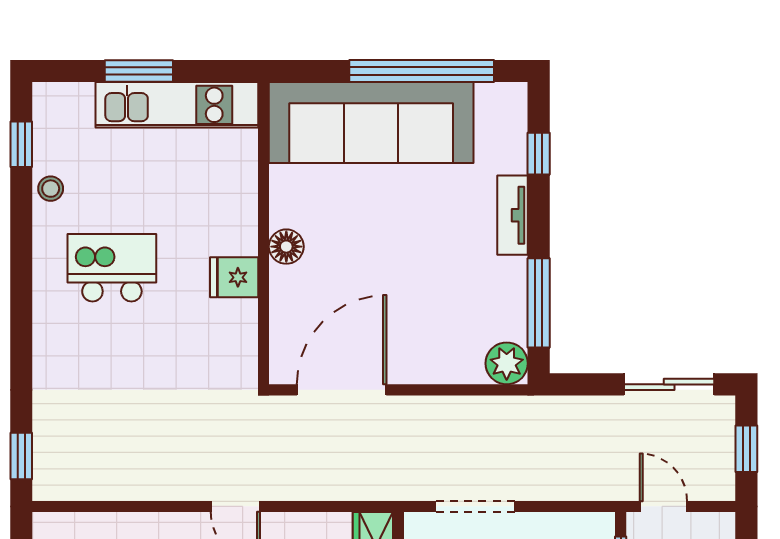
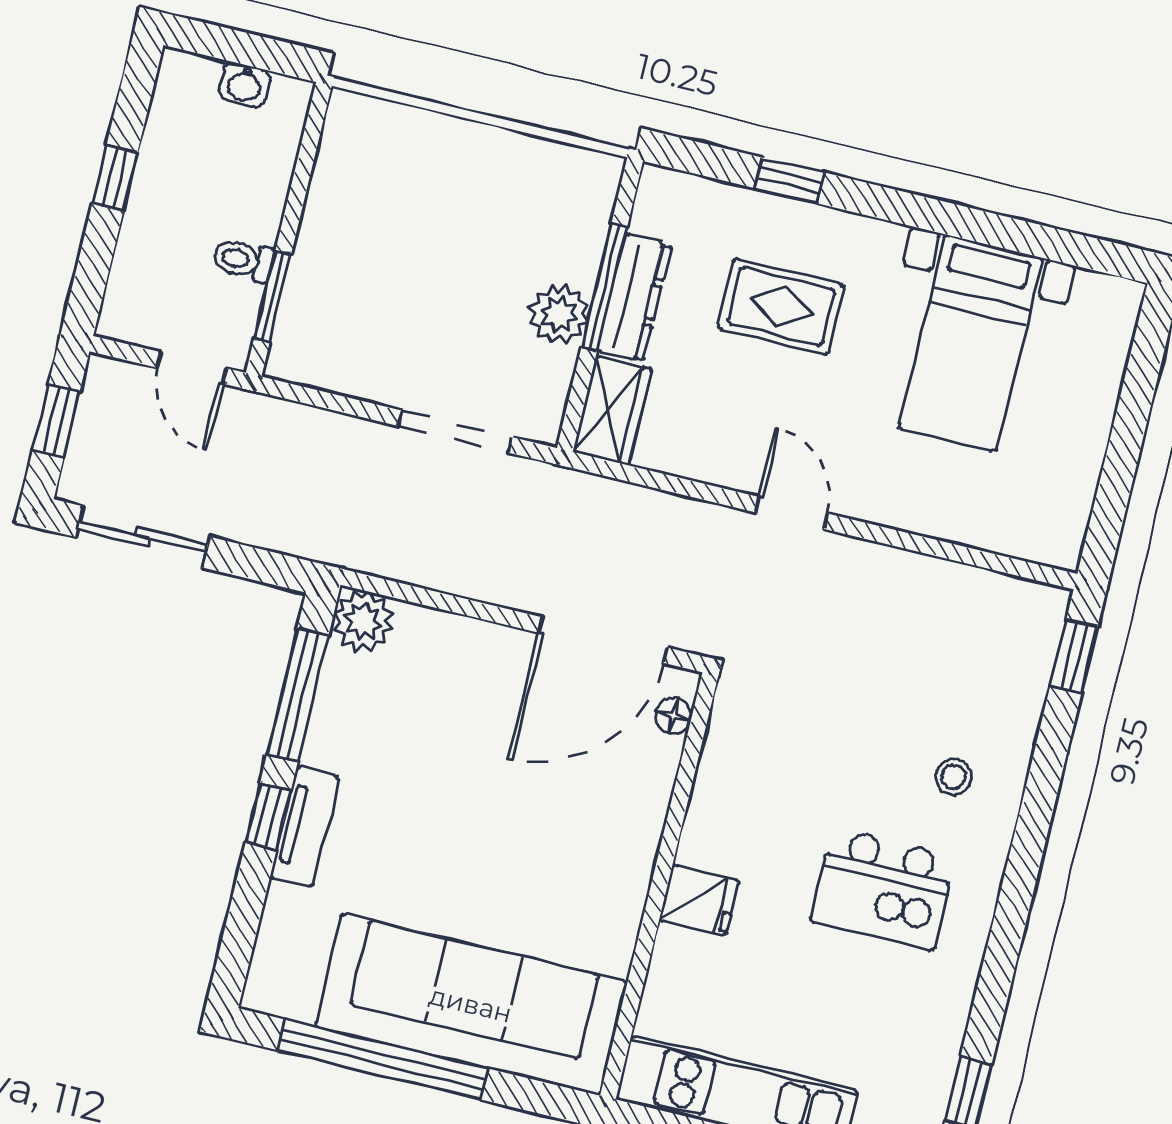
window: (539, 154) -> (268, 817), moved
stool: (51, 189) -> (953, 777), moved
floor lamp: (286, 247) -> (674, 716), moved, width x0.73, depth x0.73
fridge: (234, 277) -> (699, 900), moved

